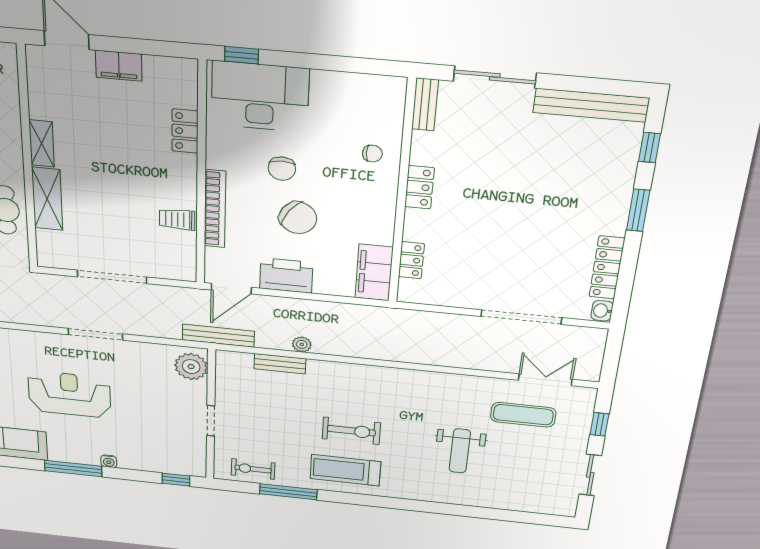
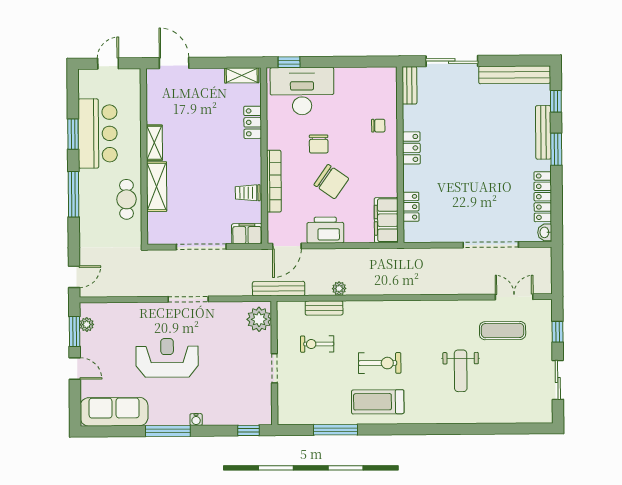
filing cabinet: (119, 66) -> (247, 234), moved, turned 180
shelving: (169, 67) -> (242, 75), added
bench: (622, 187) -> (543, 132), added
exercise bike: (253, 469) -> (317, 344), moved

